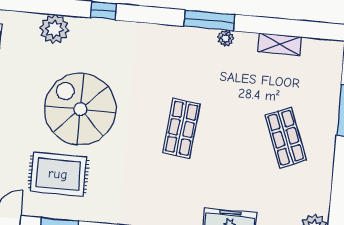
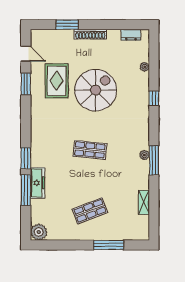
plant: (54, 29) -> (145, 67), width x0.53, depth x0.53
plant: (226, 38) -> (144, 155), moved

